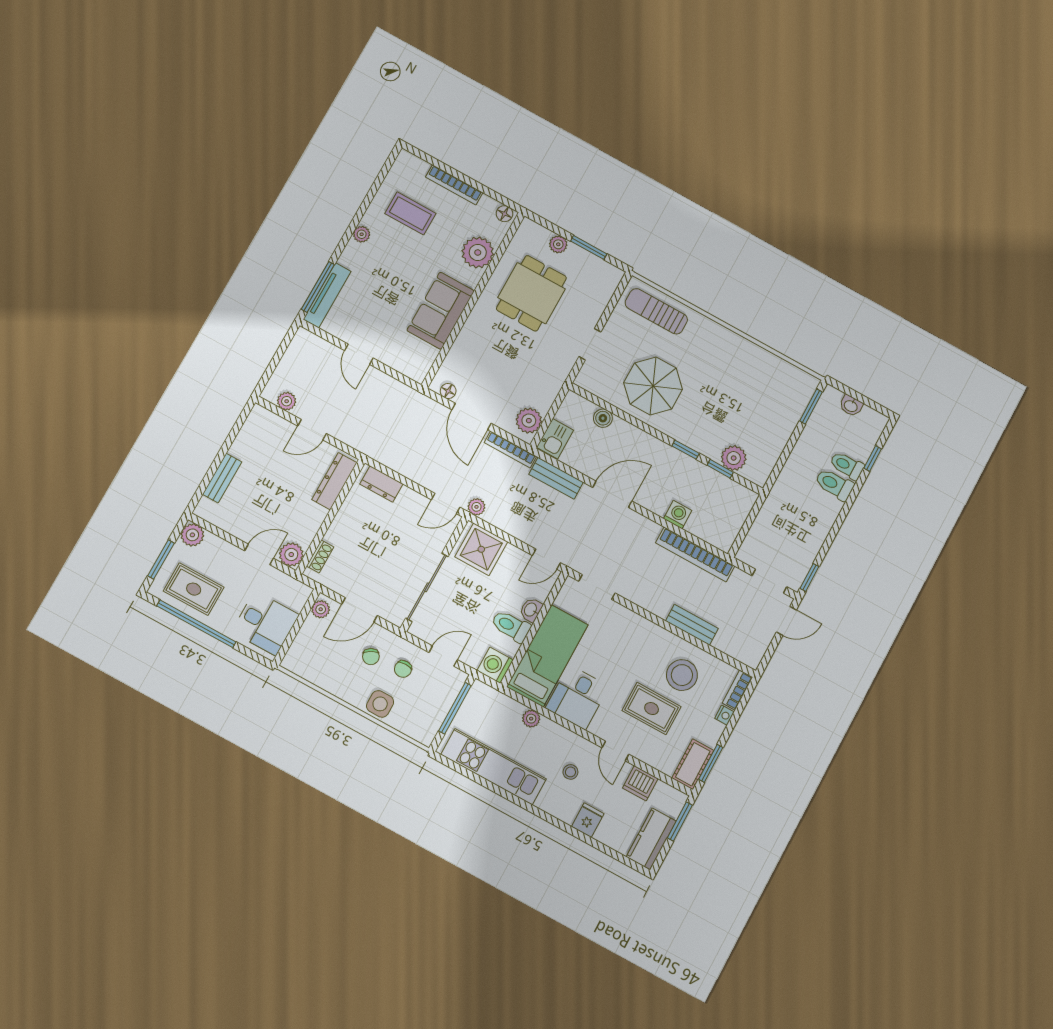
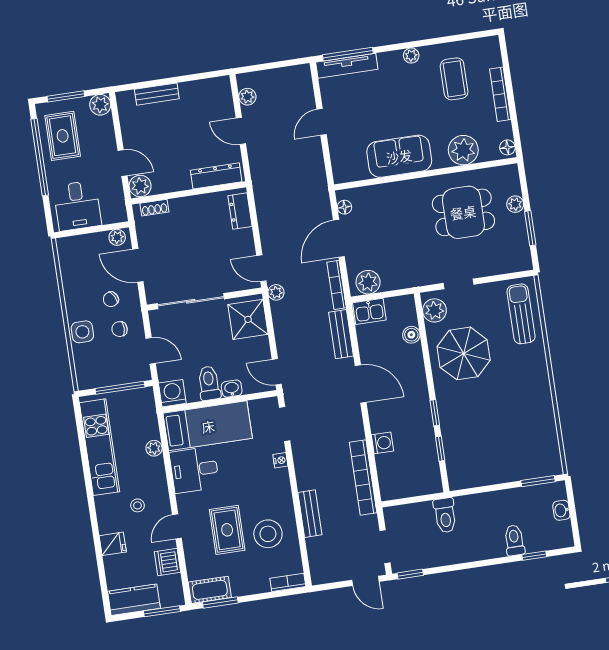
plant: (734, 458) -> (434, 310), moved
toilet: (834, 484) -> (445, 515), moved, turned 180
nightstand: (724, 715) -> (280, 460), moved, turned -90

